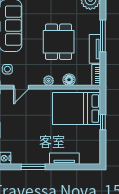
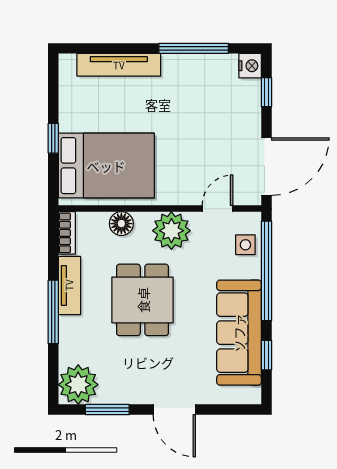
plant: (49, 81) -> (171, 231), width x1.88, depth x1.88
tv unit: (64, 159) -> (119, 65), width x1.41
window: (33, 167) -> (194, 48), width x1.44

